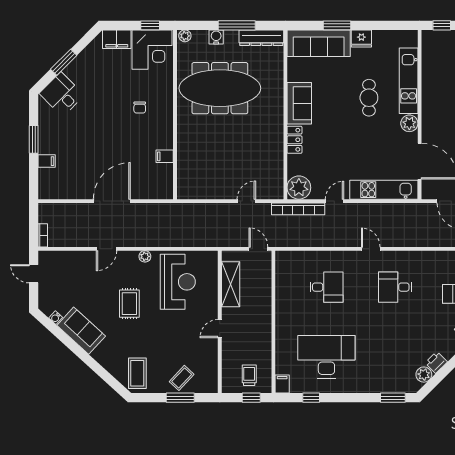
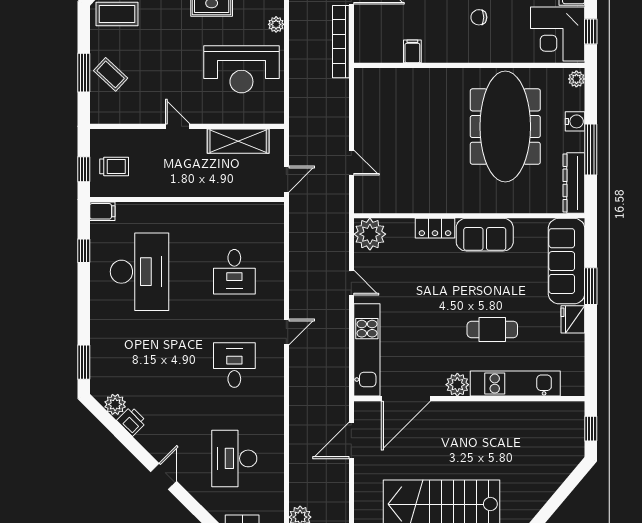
bookcase: (298, 209) -> (341, 42), moved

